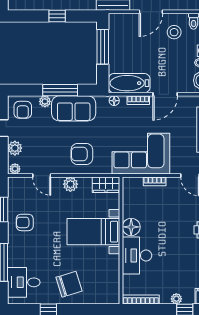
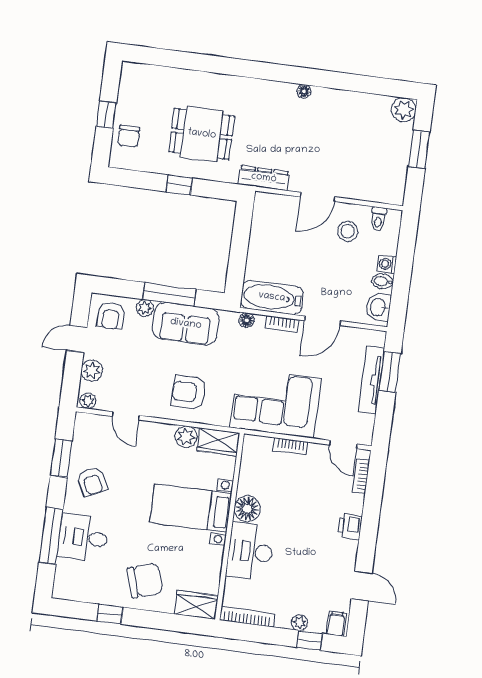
window: (103, 47) -> (240, 239), removed
plant: (70, 184) -> (186, 437), moved
armchair: (25, 222) -> (92, 481), turned -117
desk: (24, 282) -> (83, 538), moved
wardrobe: (106, 296) -> (196, 605), added

